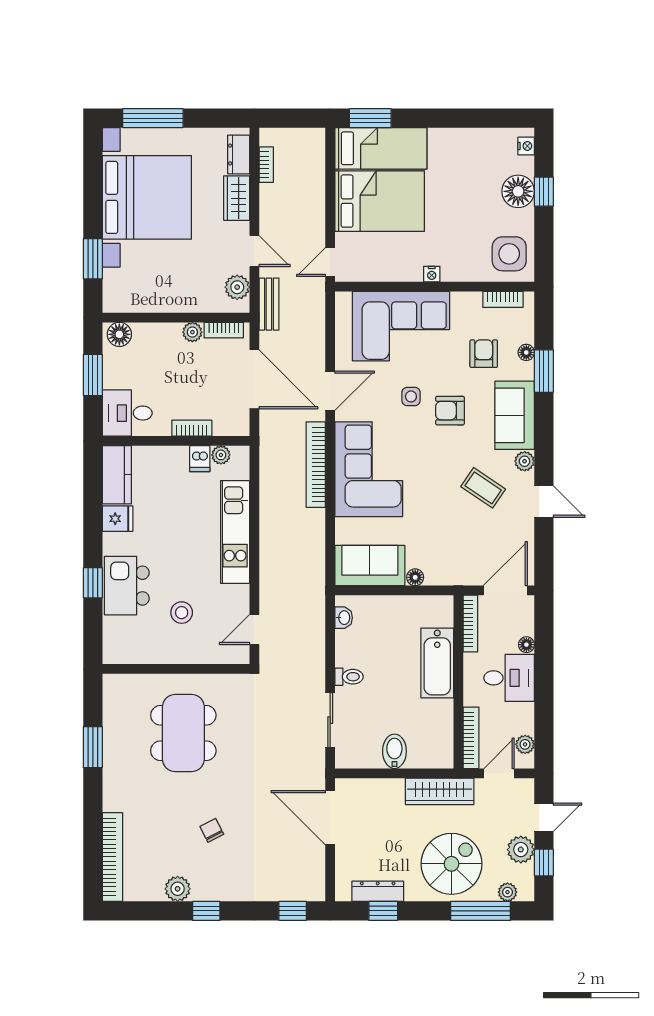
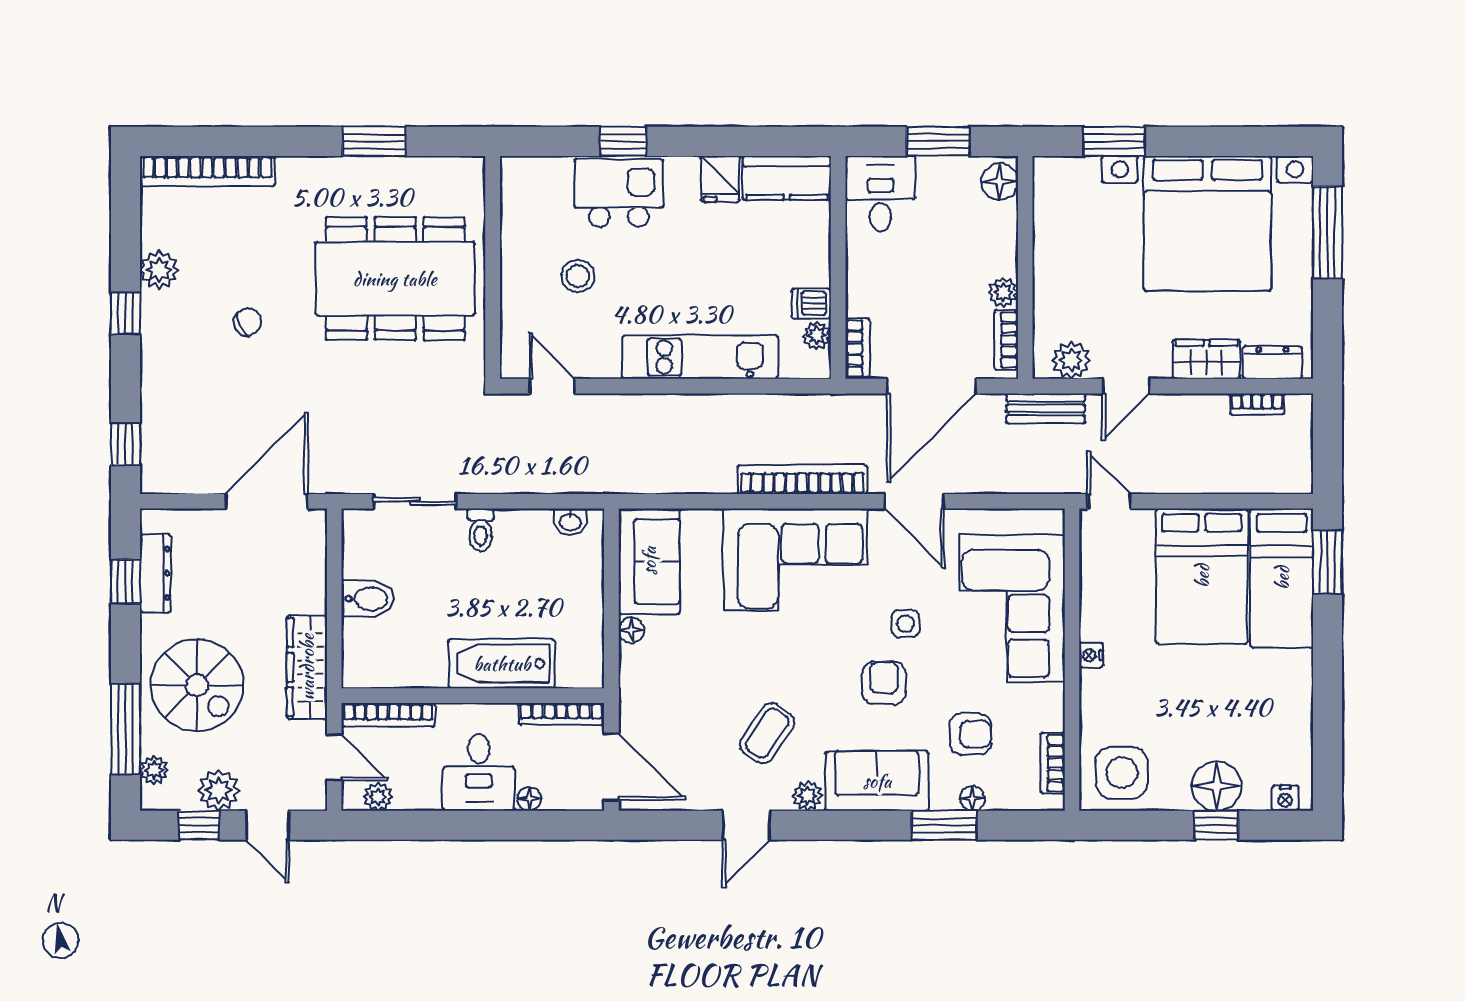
bookcase: (192, 428) -> (857, 349), moved
dining table: (183, 733) -> (395, 279), width x1.36, depth x1.24

